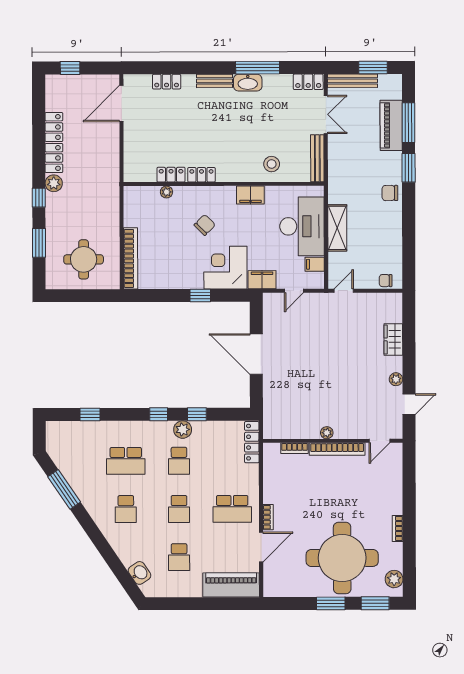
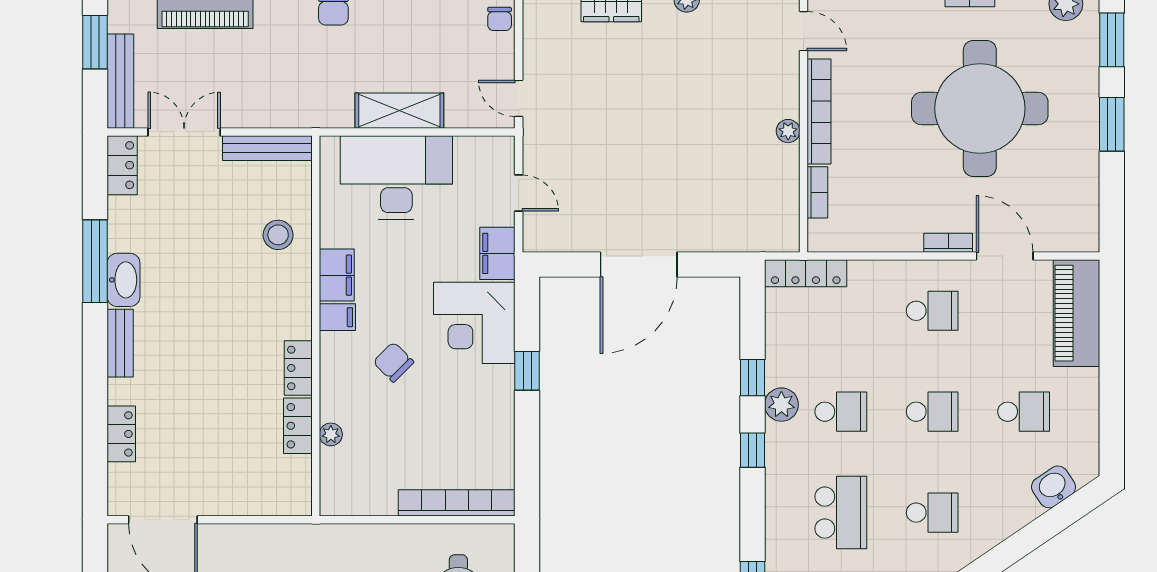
filing cabinet: (315, 264) -> (337, 317), moved, turned -90
school desk: (232, 509) -> (932, 311), width x0.54
round table: (342, 558) -> (980, 109), moved

